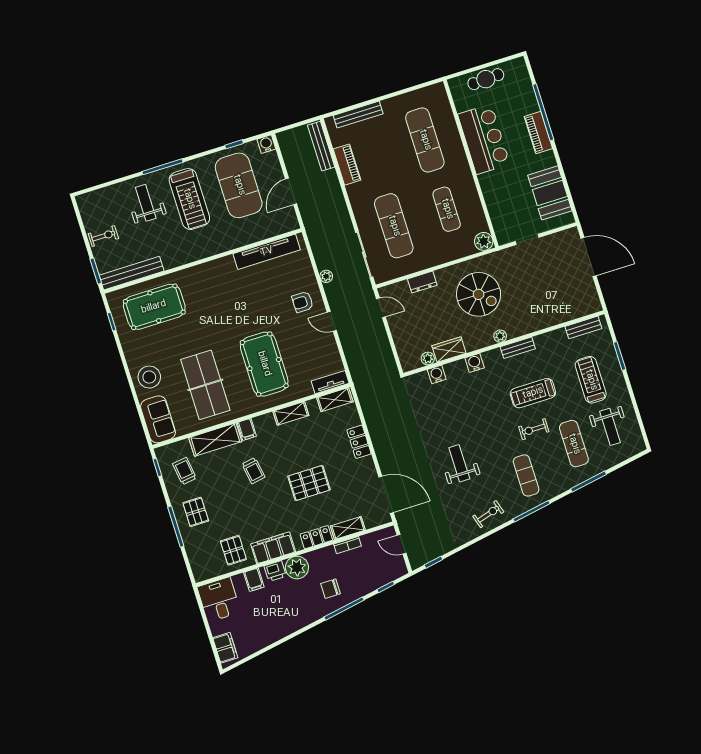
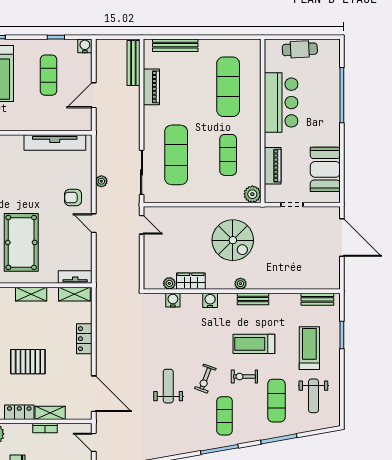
piano: (538, 132) -> (273, 166), moved, turned 180
exercise mat: (239, 185) -> (48, 75), width x0.50, depth x0.69
dresser: (422, 282) -> (186, 213), removed
exercise bike: (488, 514) -> (205, 379), moved, turned 127

